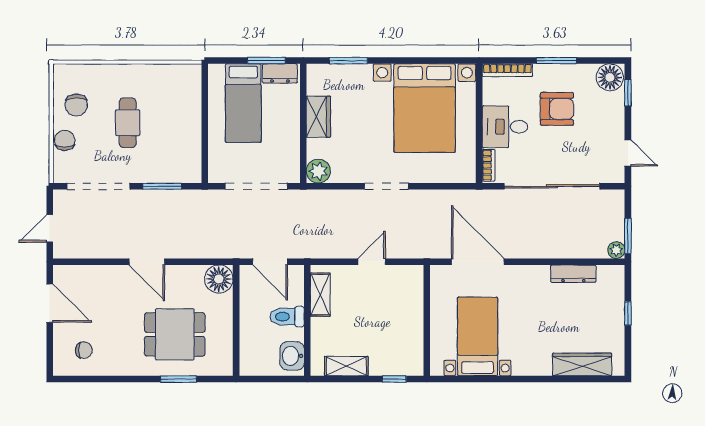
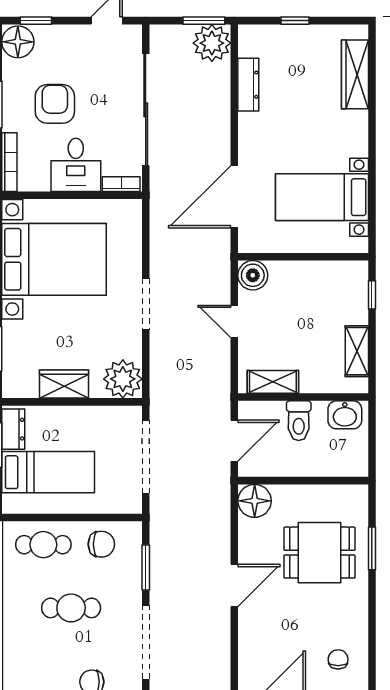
cafe table: (182, 99) -> (43, 545), added
chair: (76, 105) -> (101, 544), moved
plant: (318, 171) -> (123, 379), width x1.36, depth x1.36
plant: (616, 250) -> (212, 43), width x1.88, depth x1.88
boiler: (411, 277) -> (253, 275), added
dining table: (175, 334) -> (320, 553), turned 90

